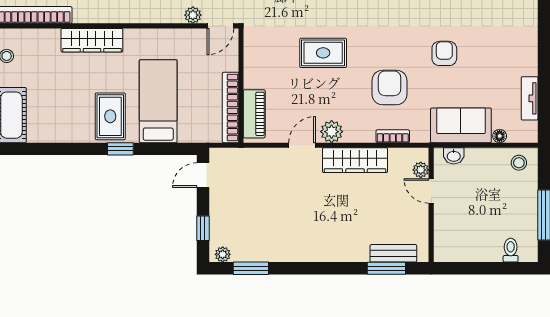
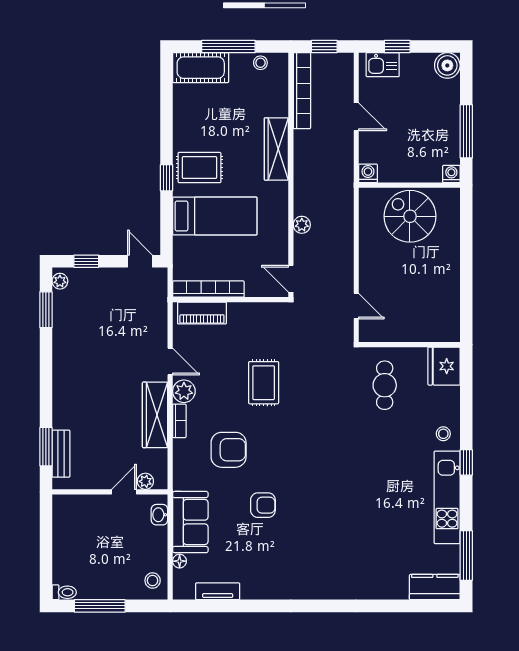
plant: (193, 15) -> (302, 225), moved
bookcase: (393, 136) -> (179, 421), moved
toilet: (511, 250) -> (64, 592), moved

